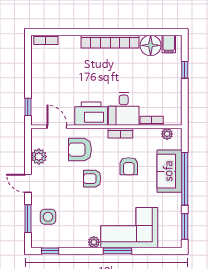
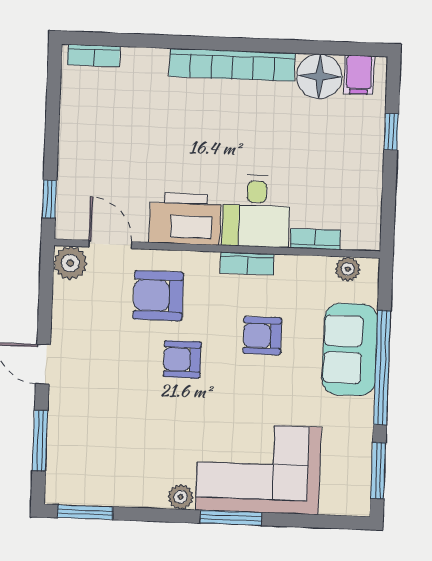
plant: (39, 157) -> (70, 263), moved
armchair: (129, 166) -> (262, 336), turned 90
side table: (48, 217) -> (84, 438), removed
window: (50, 251) -> (85, 512), width x1.50

